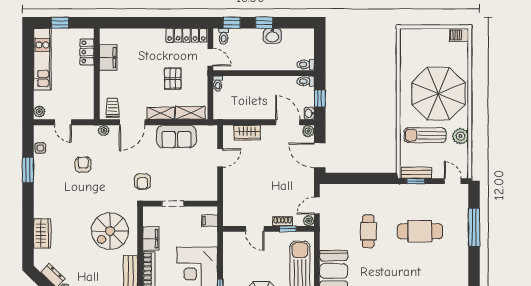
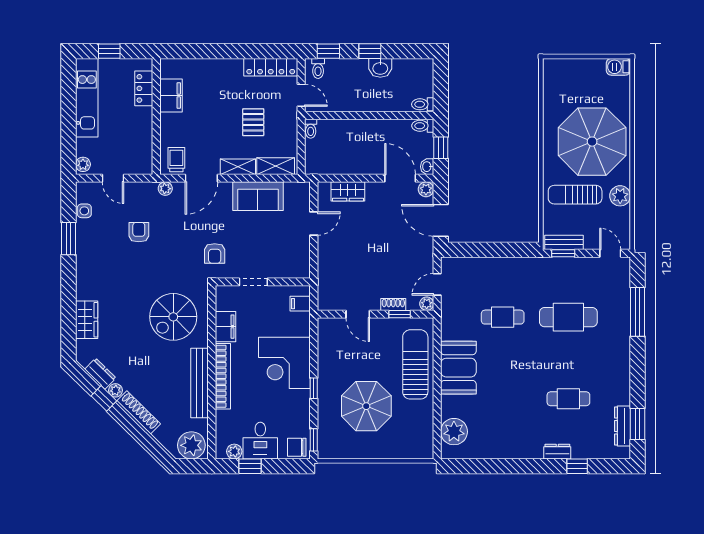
cafe table: (368, 231) -> (503, 317), turned 90

